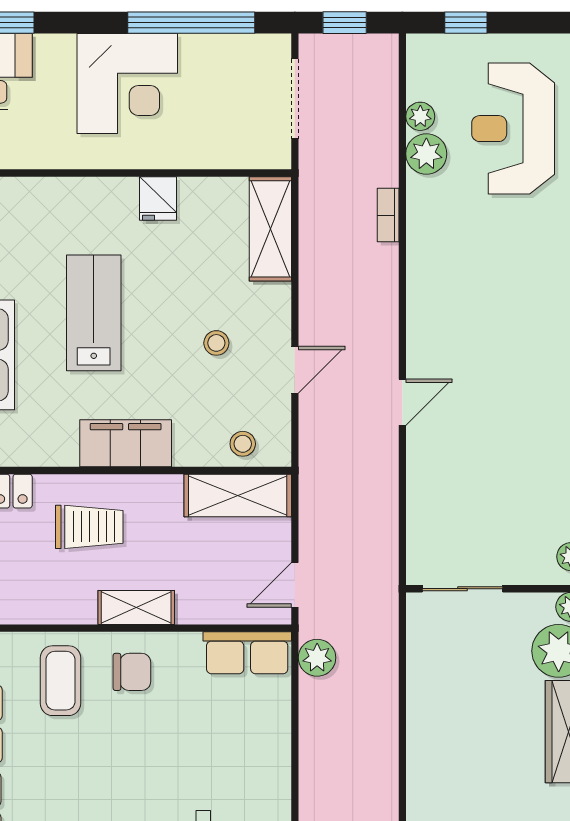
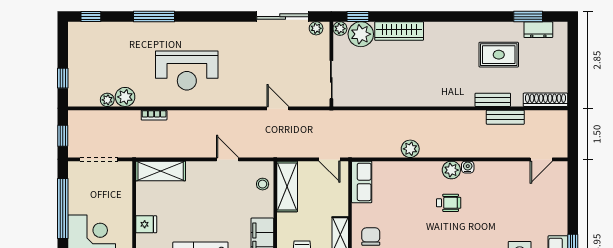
reception desk: (513, 129) -> (187, 71), moved
stool: (216, 343) -> (215, 197), removed
door: (402, 402) -> (278, 108), moved
plant: (317, 658) -> (410, 149), moved

